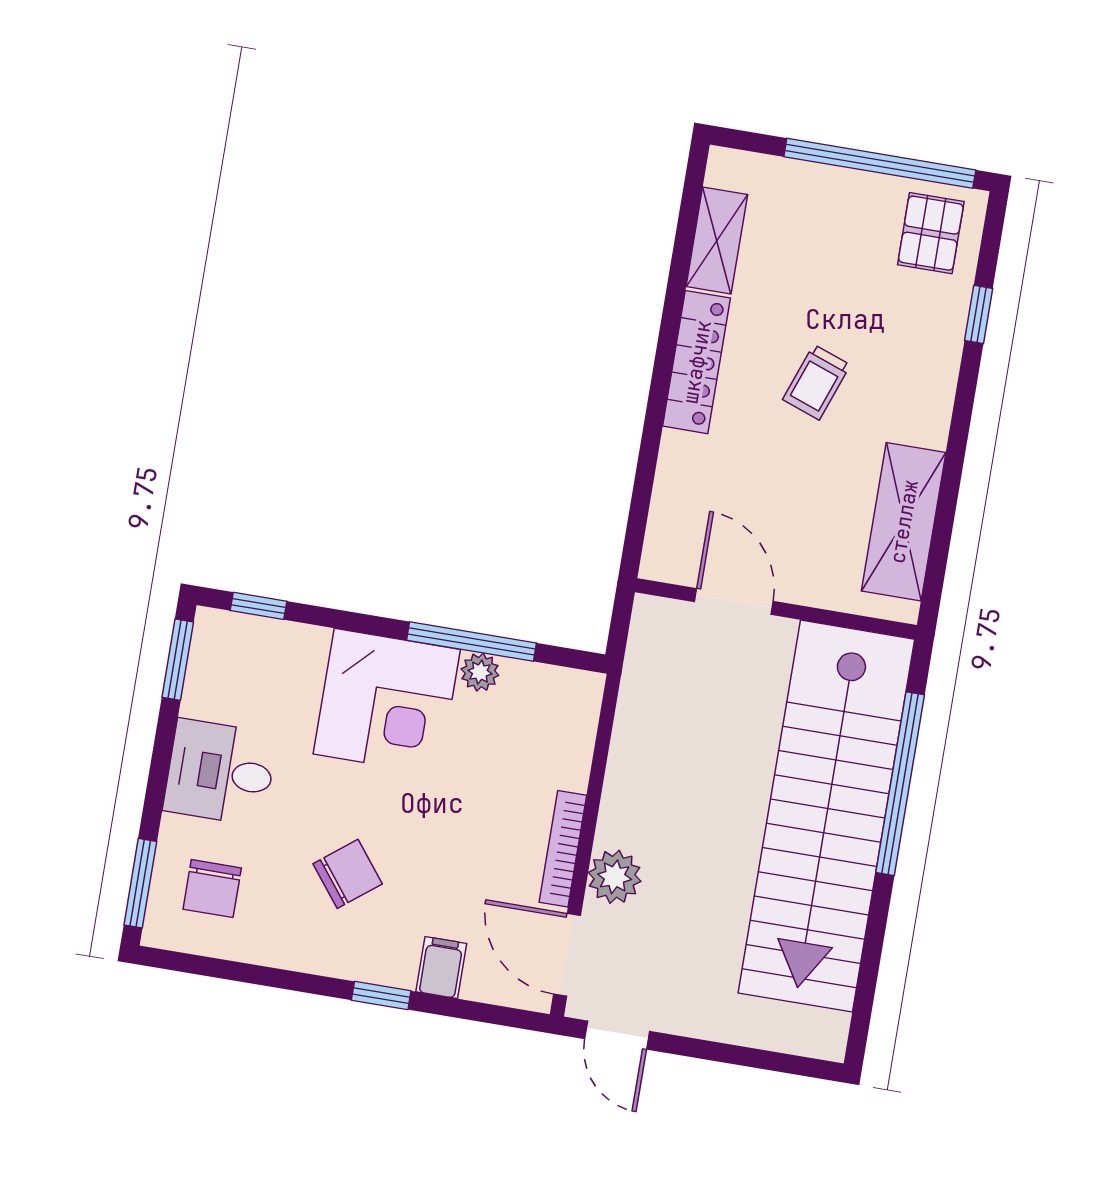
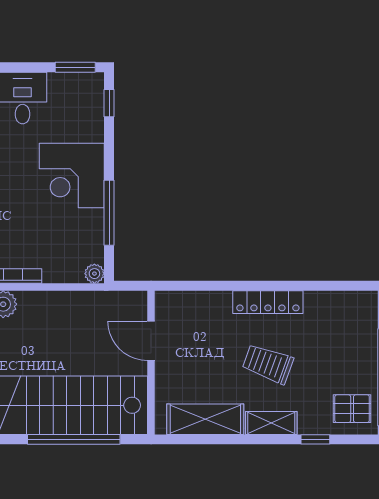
shelving: (717, 240) -> (271, 423), moved
trolley: (816, 382) -> (268, 364), width x1.36, depth x1.39
door: (734, 602) -> (151, 341), swing flipped
plant: (480, 672) -> (94, 274), moved

